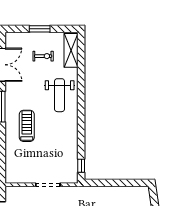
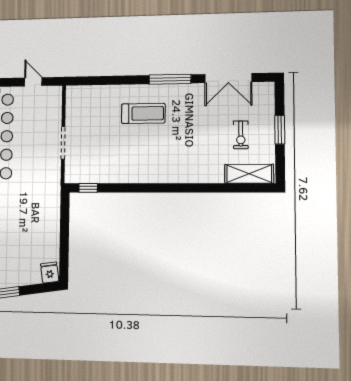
weight bench: (60, 95) -> (186, 158), removed
fridge: (143, 193) -> (50, 273), added

